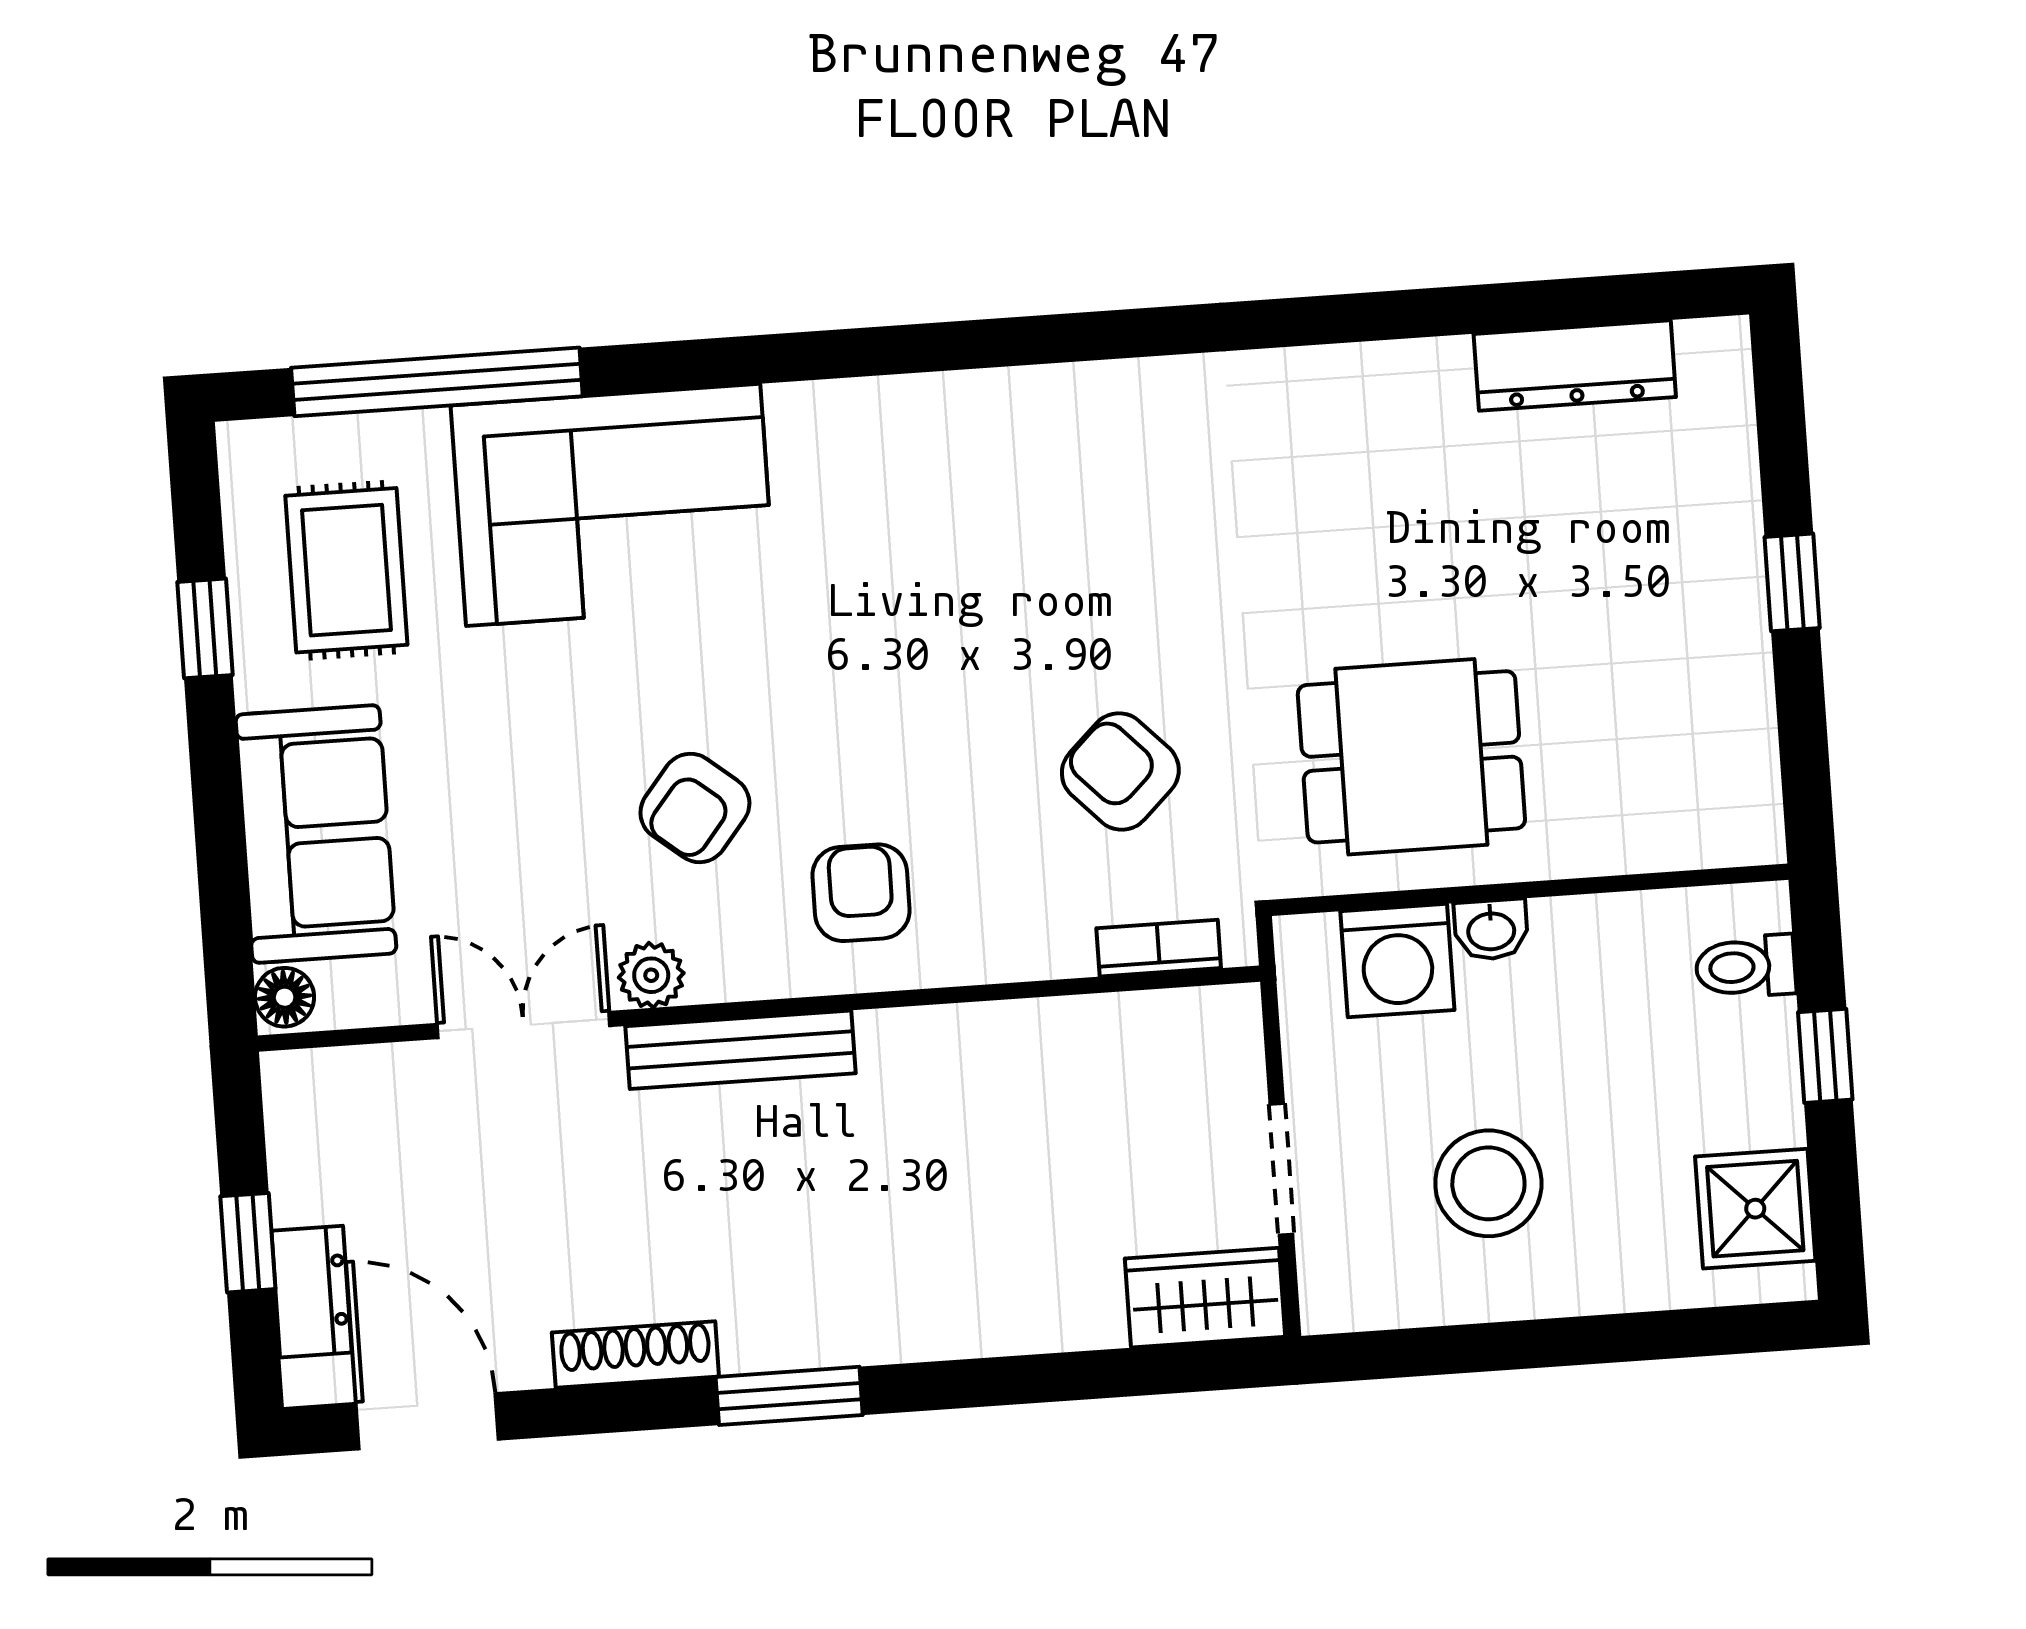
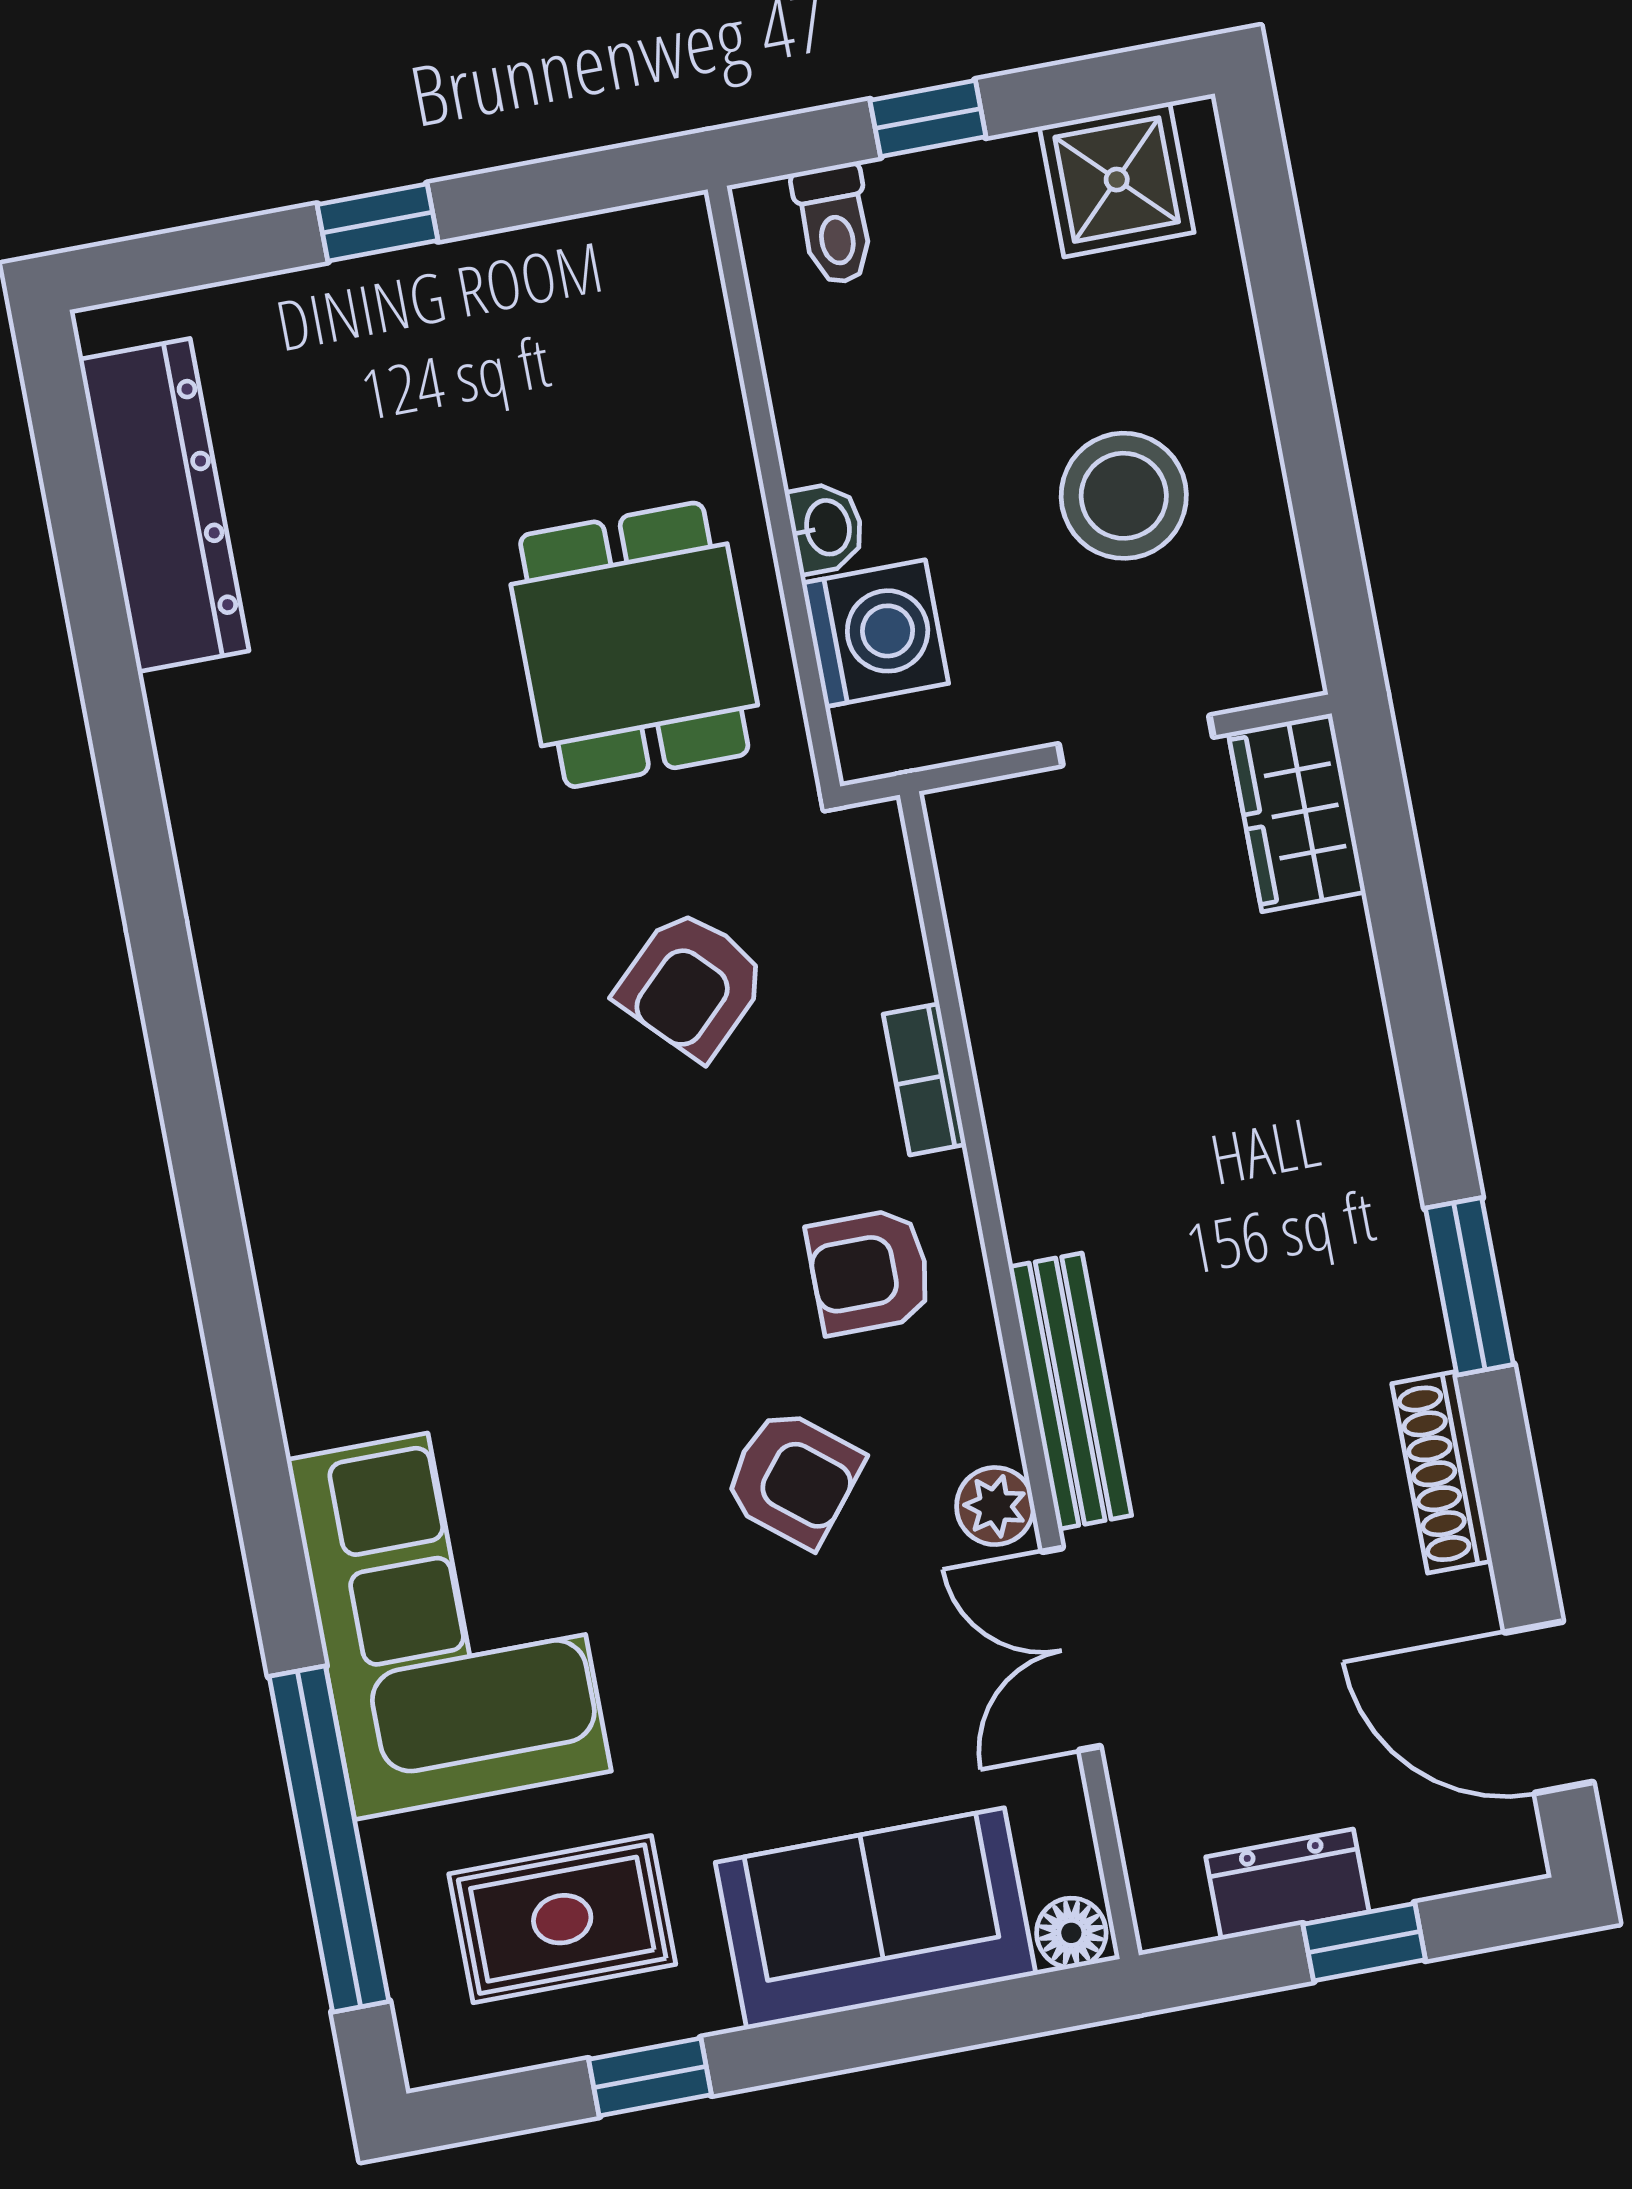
dresser: (1575, 365) -> (164, 505), width x1.37, depth x1.24
bookcase: (1159, 948) -> (925, 1079), moved
dresser: (312, 1292) -> (1287, 1884), moved
door: (427, 1421) -> (1549, 1707), hinge flipped

